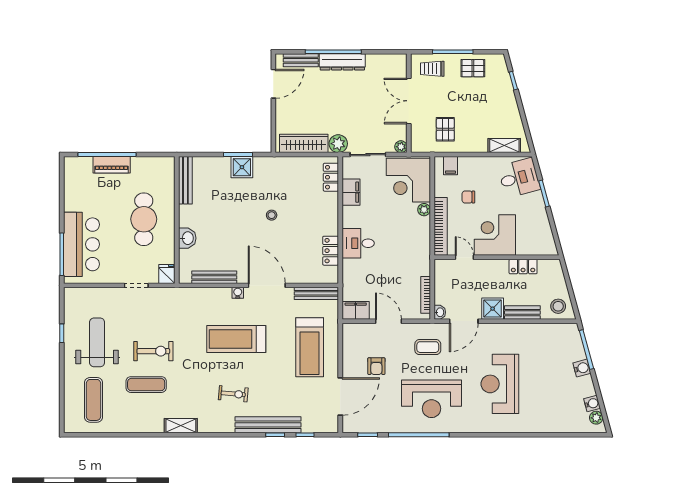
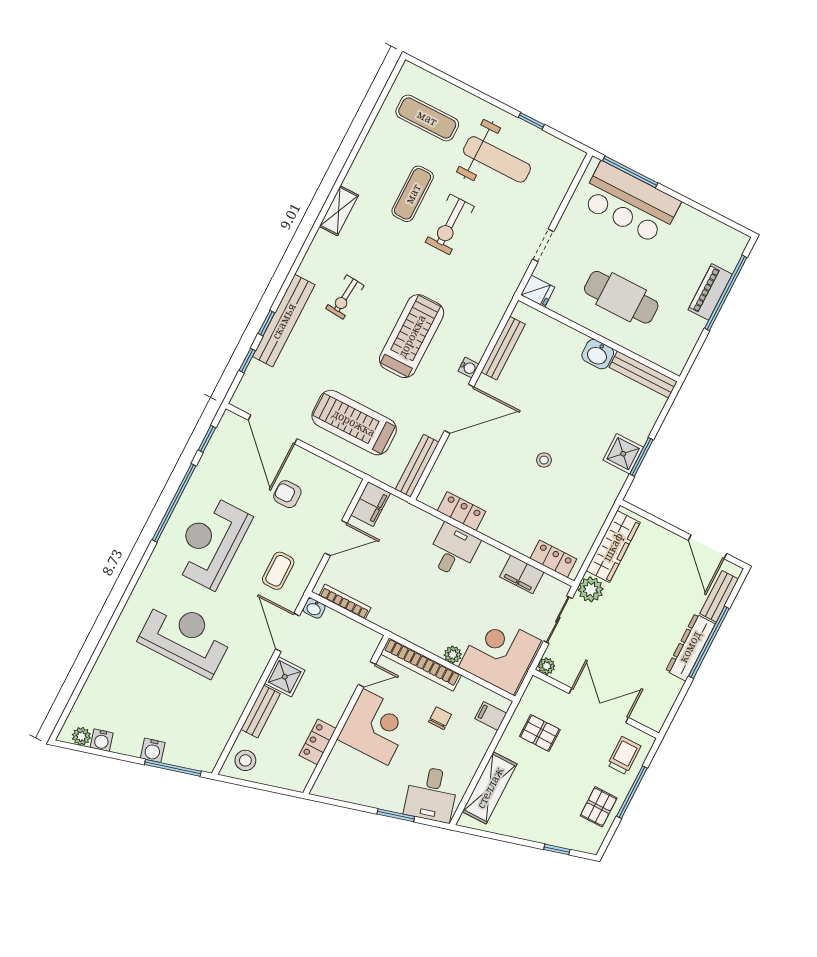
shelving: (504, 146) -> (490, 788), width x1.50, depth x1.33
washbasin: (187, 238) -> (598, 354), moved

